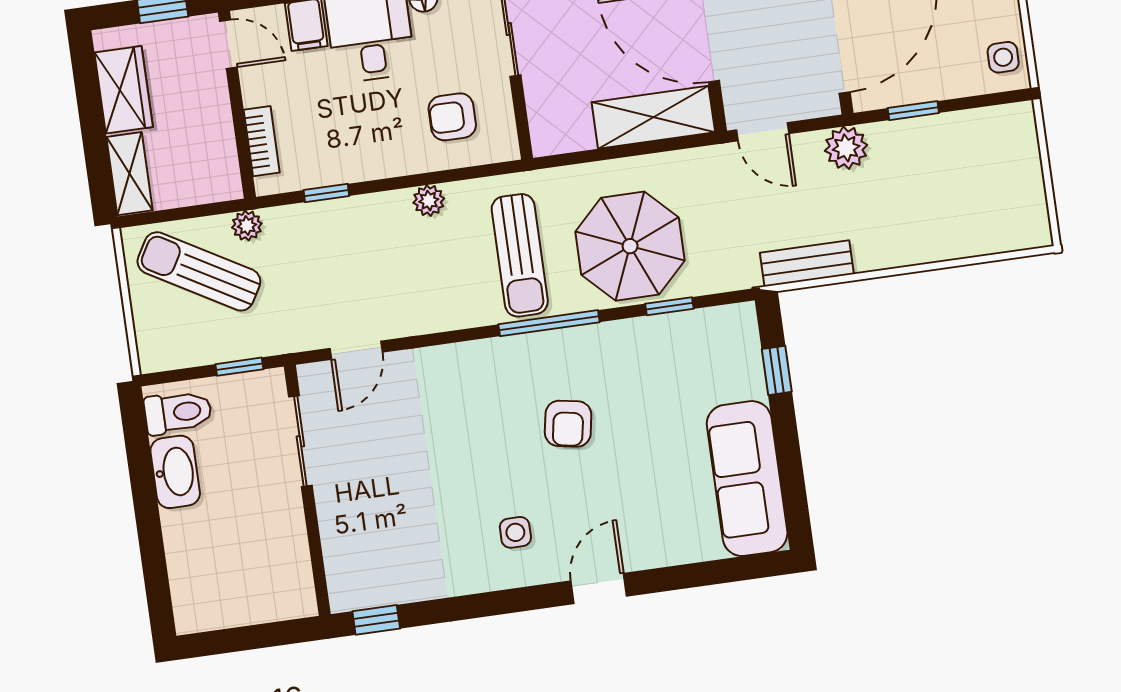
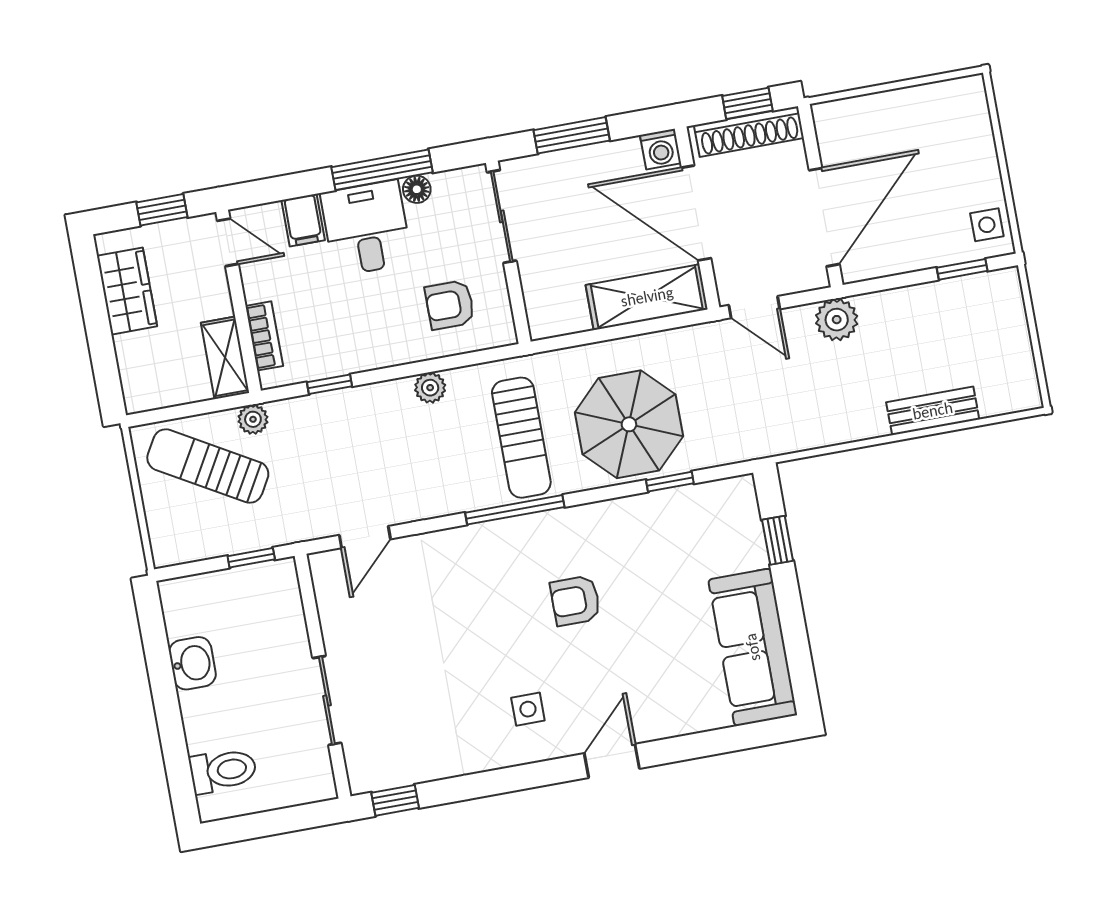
window: (913, 111) -> (962, 269), moved
shelving: (129, 174) -> (225, 358), moved
bench: (807, 263) -> (933, 411), moved
window: (549, 323) -> (515, 510), moved
toilet: (178, 412) -> (223, 771), moved
armchair: (568, 424) -> (575, 601), turned 80
sliding door: (300, 441) -> (327, 701), moved
washbasin: (175, 472) -> (192, 663), width x0.72

